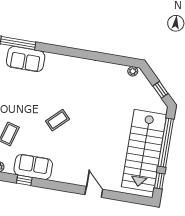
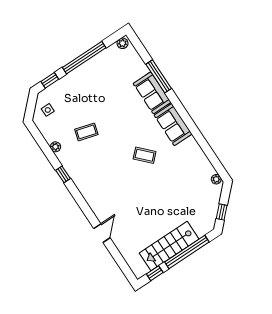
coffee table: (58, 120) -> (145, 155), moved
stairs: (144, 151) -> (169, 246), width x0.73, depth x0.66
sofa: (33, 167) -> (173, 125), moved, turned 180

